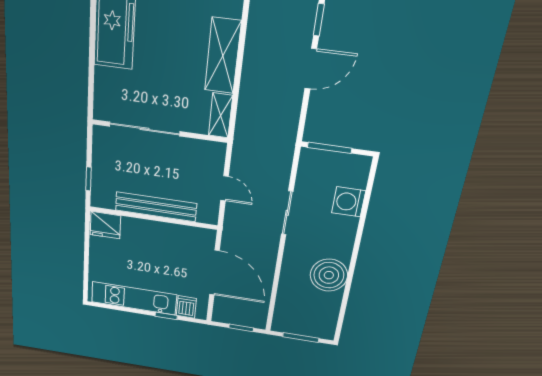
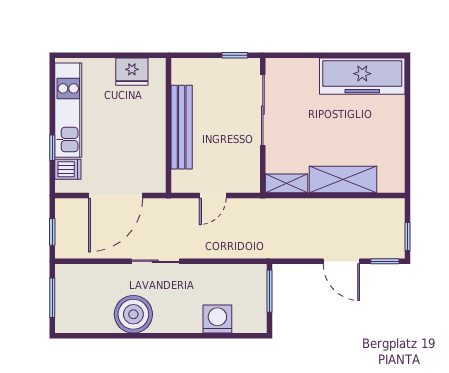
window: (89, 179) -> (235, 55), moved
sliding door: (287, 213) -> (155, 261), moved
fridge: (105, 225) -> (132, 72), moved, turned -90

